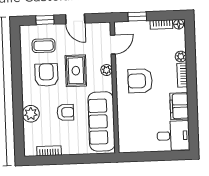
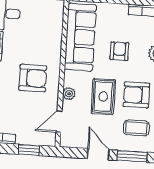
window: (45, 20) -> (132, 156), width x1.50
armchair: (46, 75) -> (136, 95), turned 90
armchair: (65, 112) -> (119, 51), turned 90

